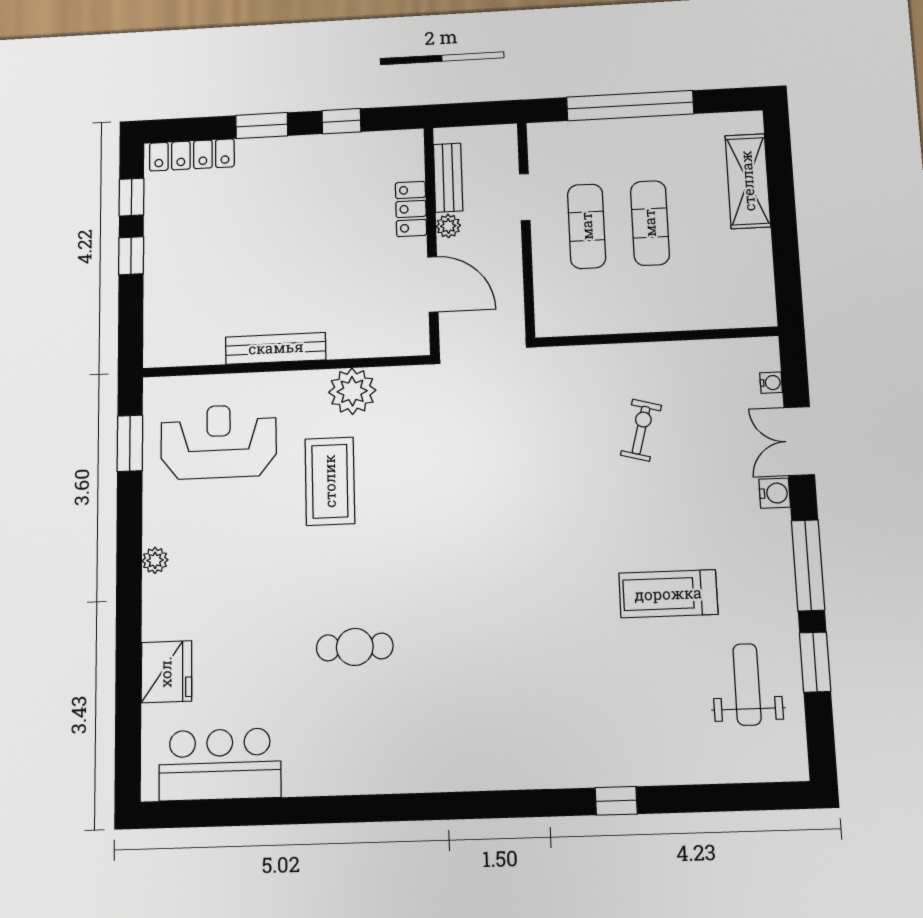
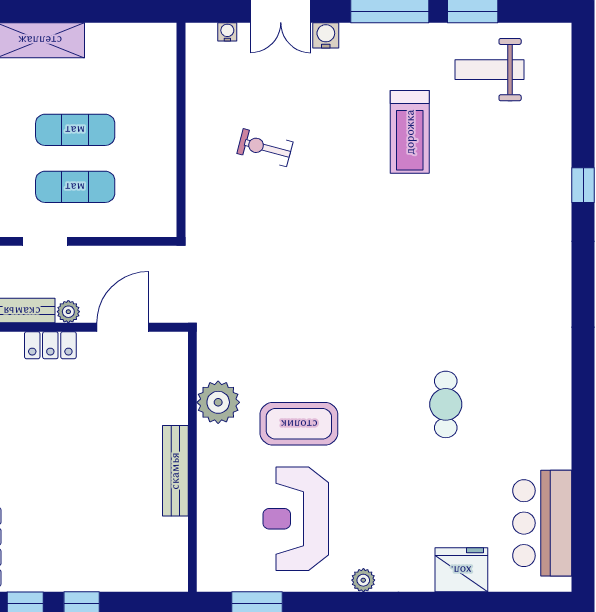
reception desk: (219, 442) -> (296, 519), moved

